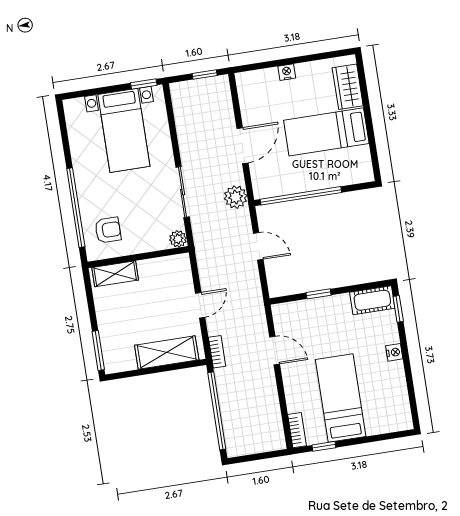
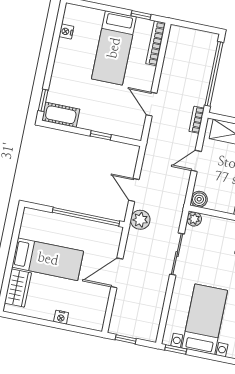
plant: (236, 197) -> (140, 220), moved
boiler: (181, 263) -> (199, 199), added
nightstand: (394, 352) -> (66, 32), moved
bookcase: (297, 430) -> (156, 43), width x1.56

